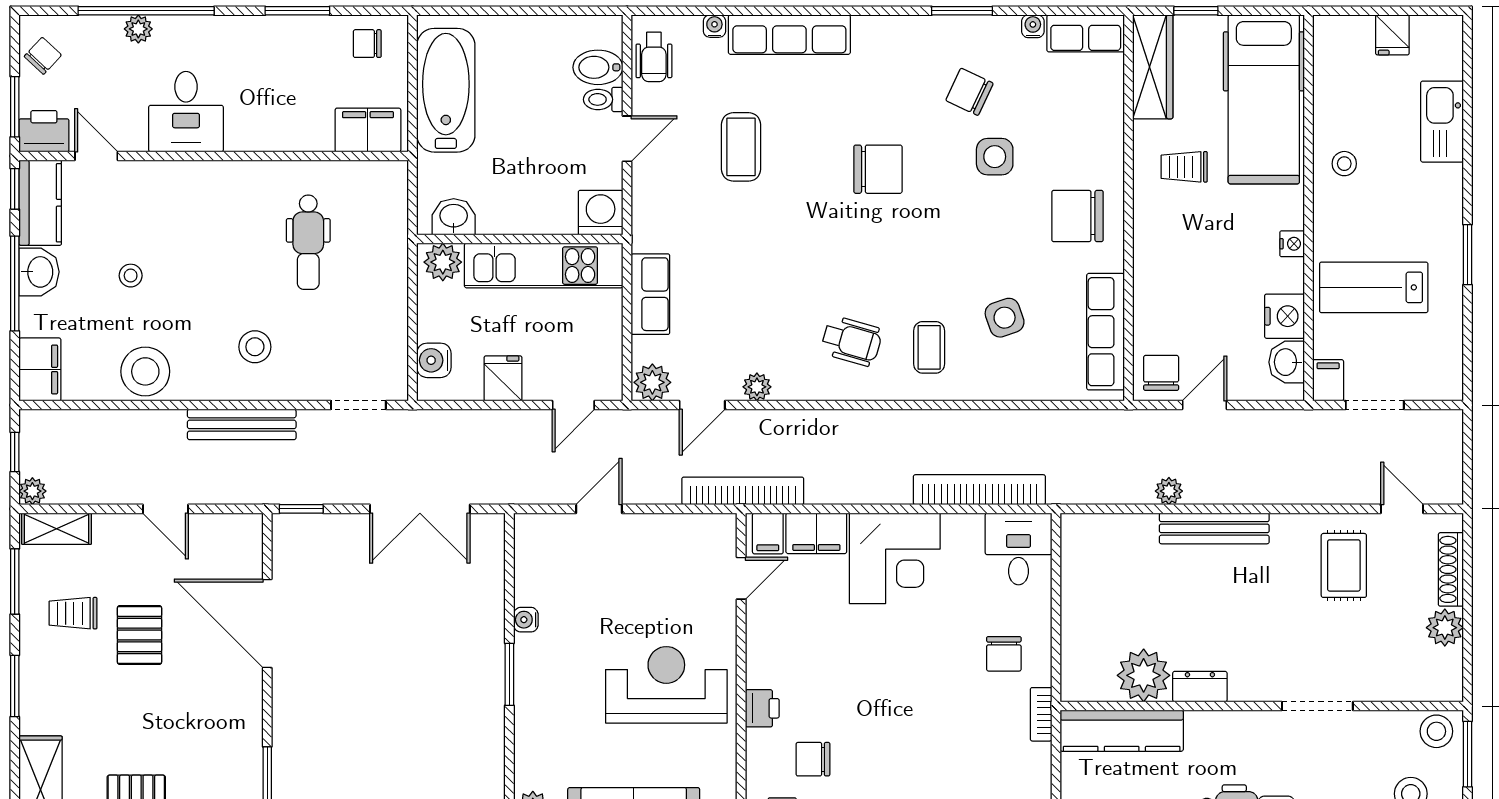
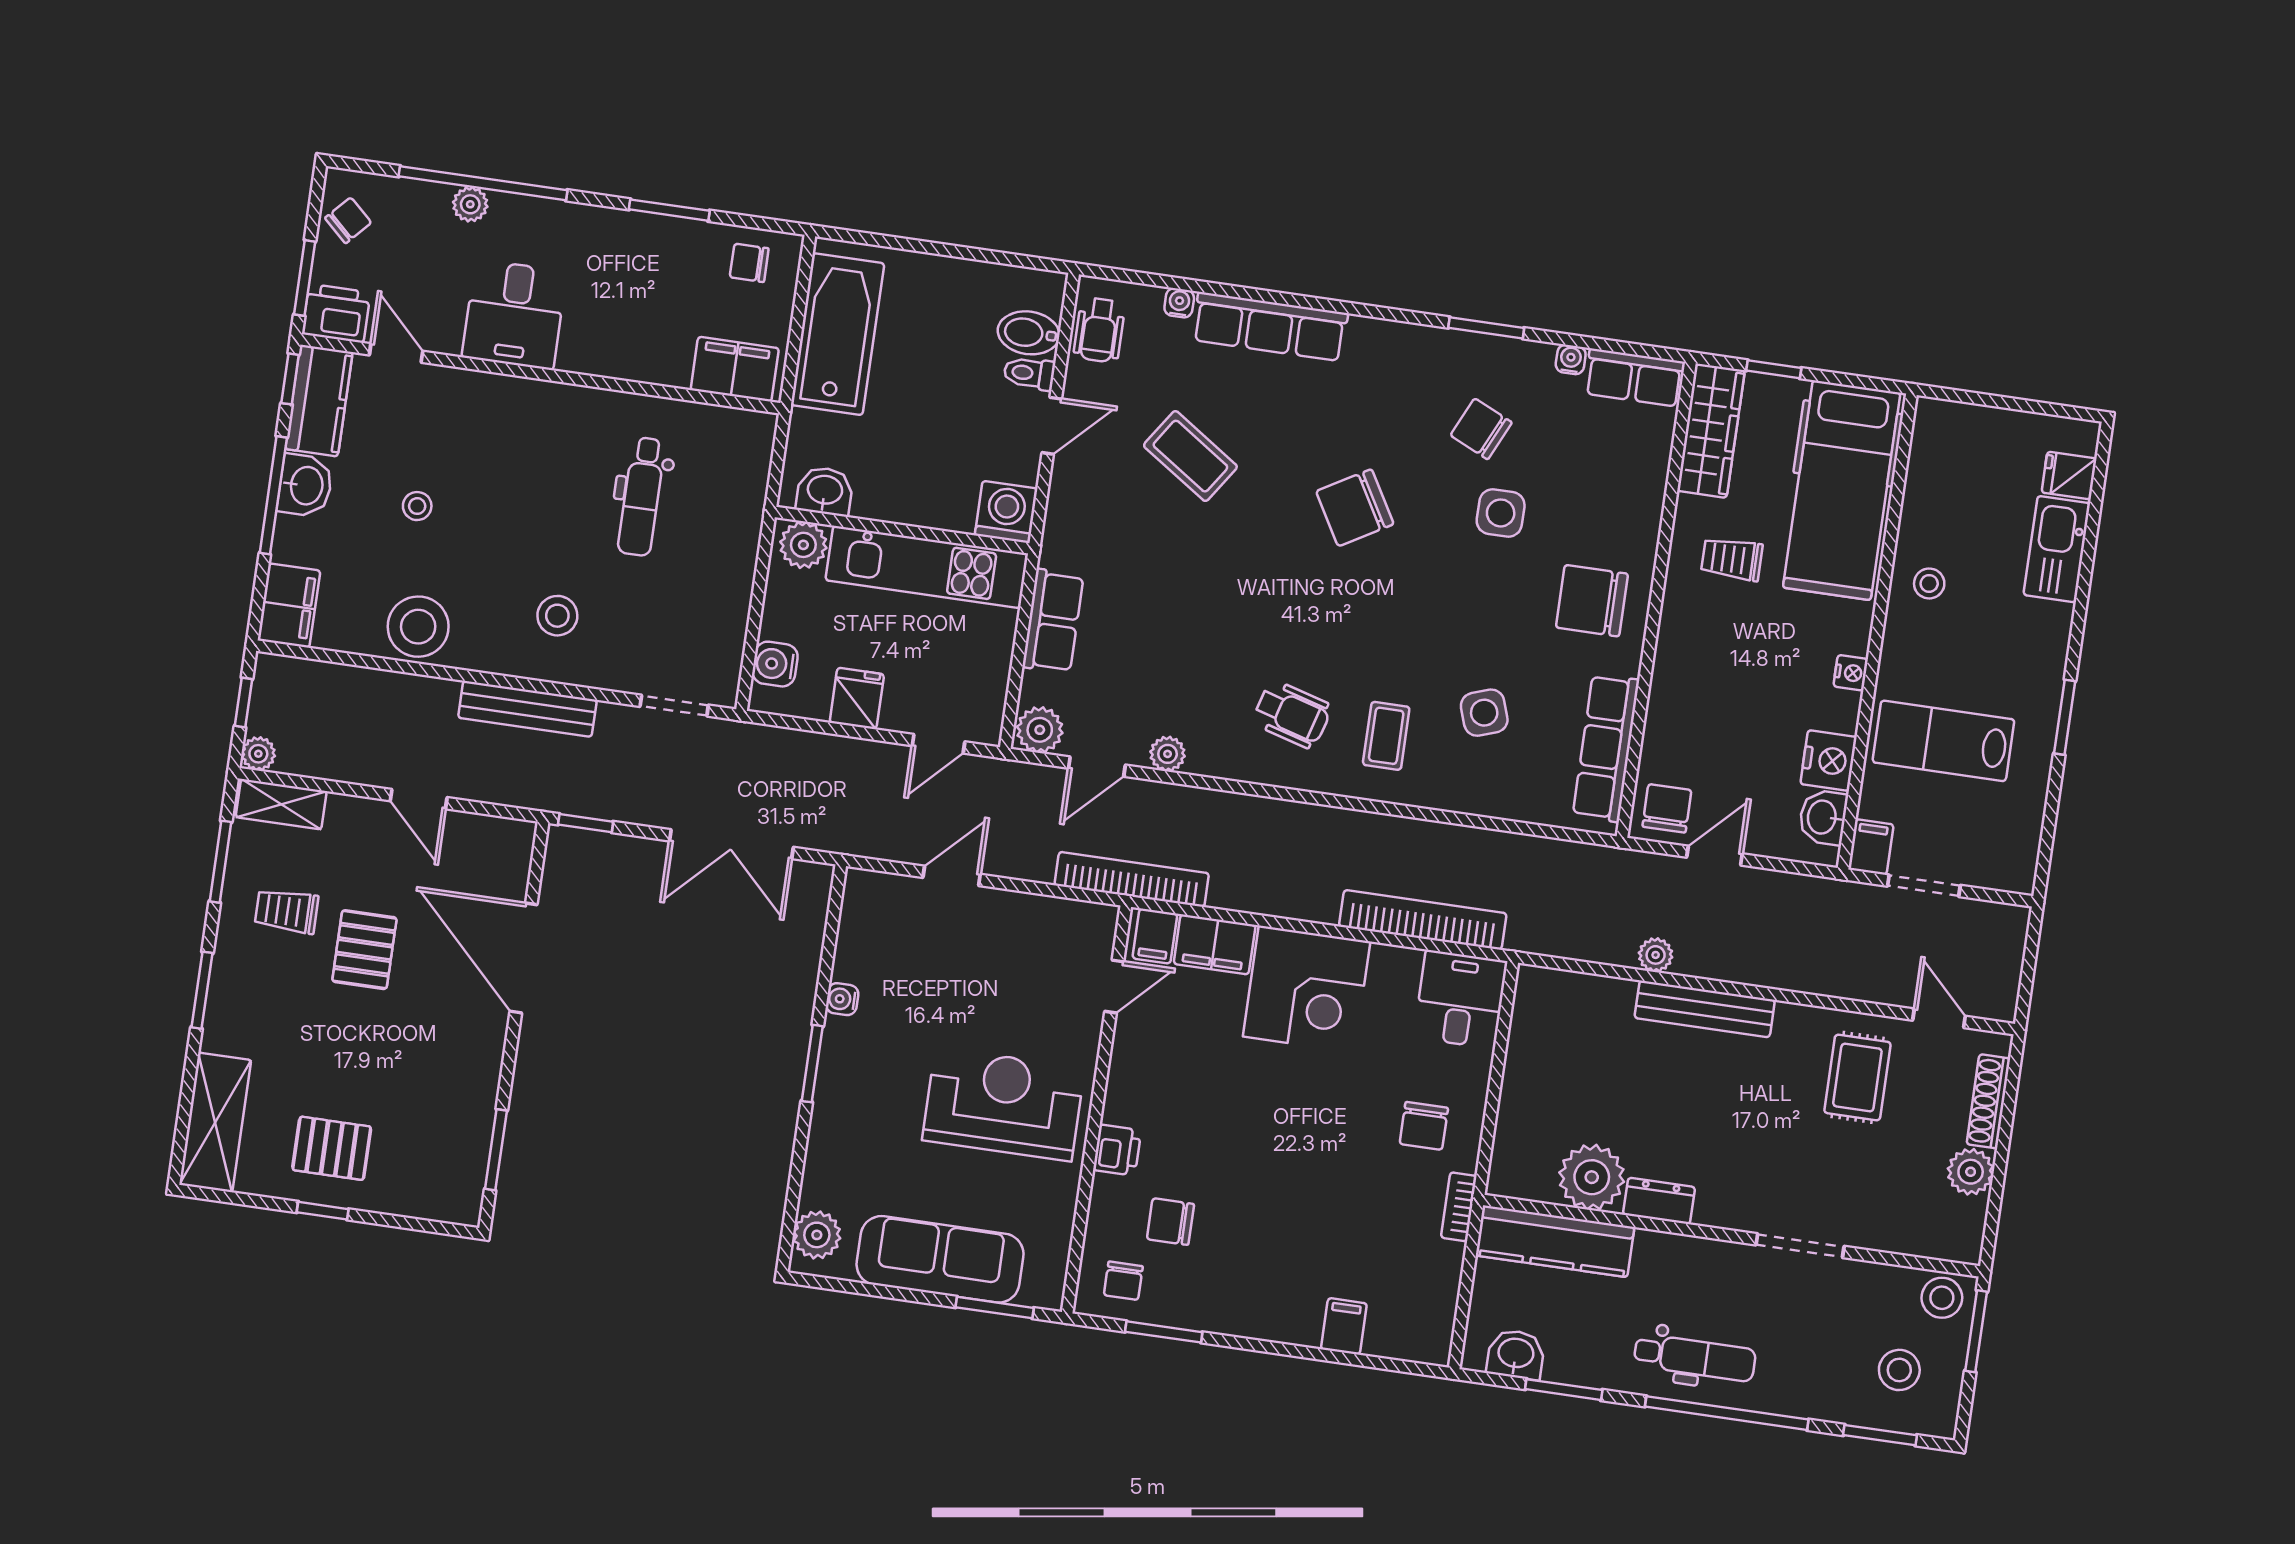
fridge: (1392, 35) -> (2069, 476), moved, turned 90
coffee table: (741, 147) -> (1190, 456), turned -56
chair: (878, 169) -> (1355, 508), turned 150

